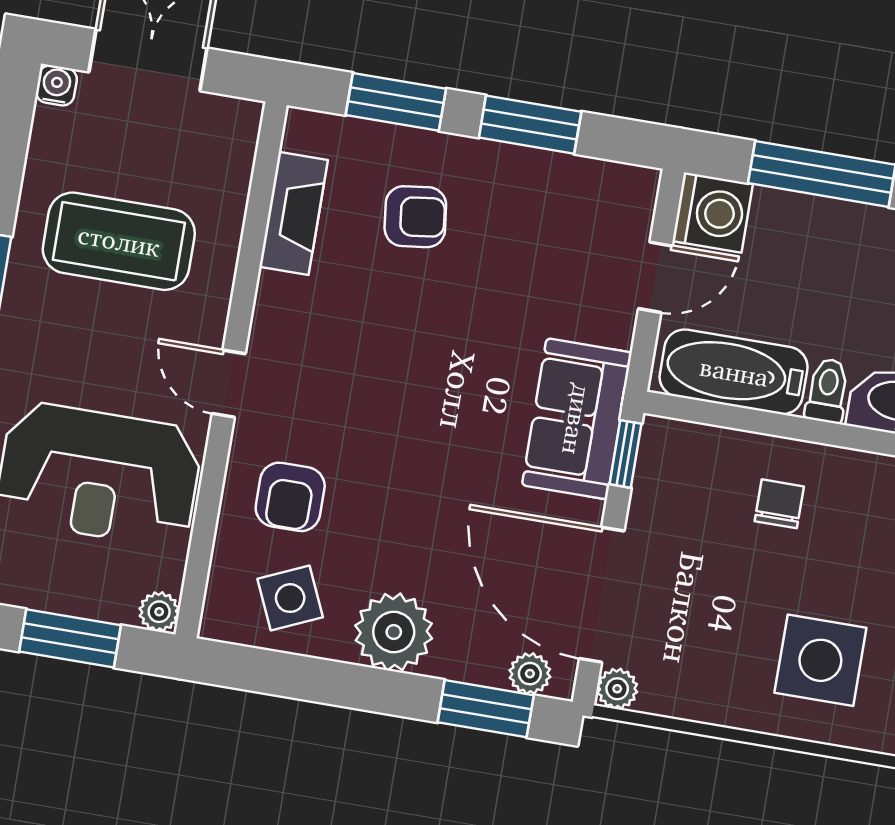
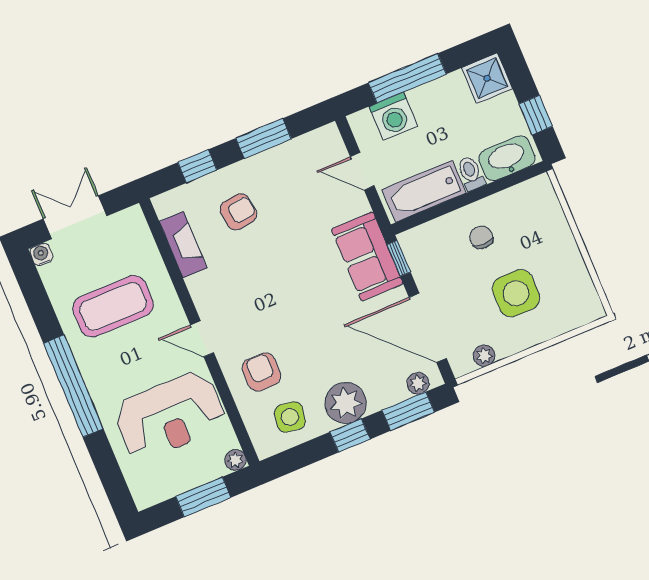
window: (396, 102) -> (197, 166), width x0.67
washing machine: (713, 213) -> (393, 116), moved, turned 90
door: (655, 277) -> (362, 171), swing flipped
armchair: (290, 497) -> (261, 372), turned 180
side table: (290, 598) -> (290, 417), turned 33
side table: (820, 660) -> (516, 293), moved
window: (368, 689) -> (350, 436), added
plant: (617, 689) -> (484, 356), moved

